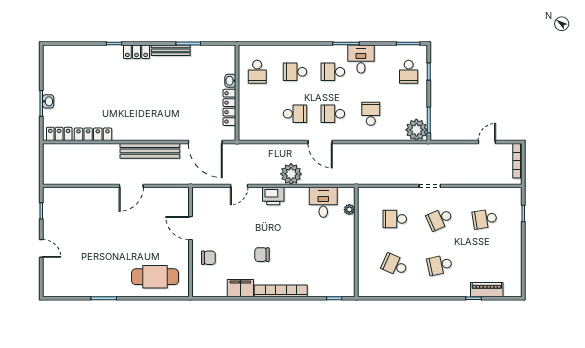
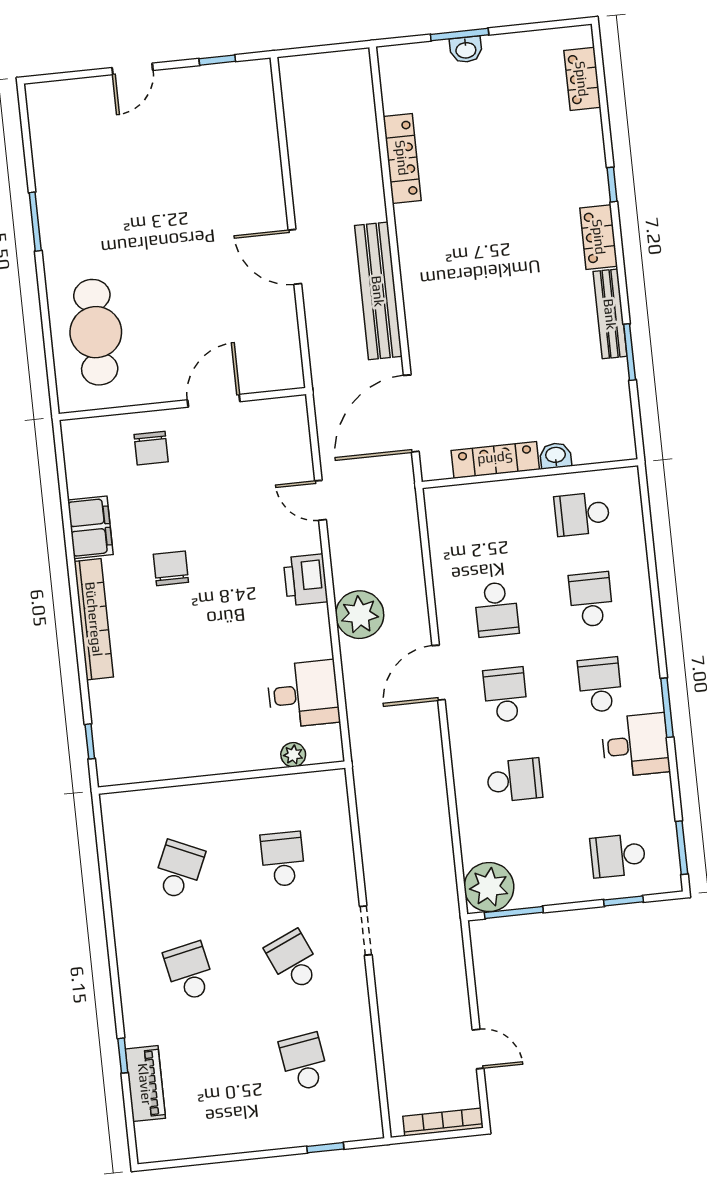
locker: (59, 134) -> (582, 79), moved, turned 180

